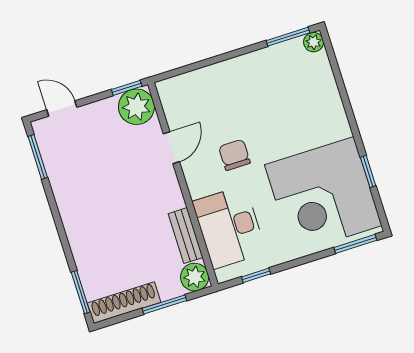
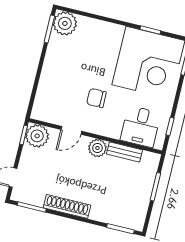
plant: (314, 42) -> (65, 23), width x1.87, depth x1.87
door: (171, 148) -> (71, 130), swing flipped
desk: (229, 227) -> (141, 127), width x0.73
plant: (195, 277) -> (97, 148), moved
shoe rack: (124, 303) -> (67, 206), moved, turned 90

